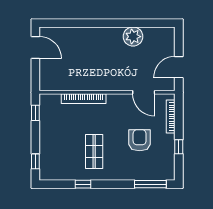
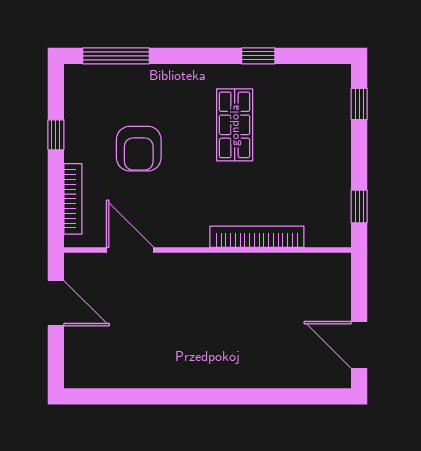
plant: (133, 37) -> (153, 368), removed
door: (179, 67) -> (56, 303), hinge flipped

